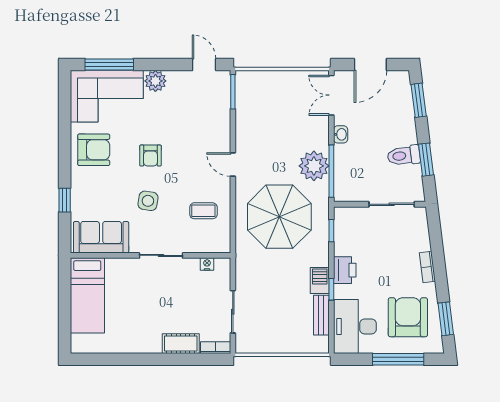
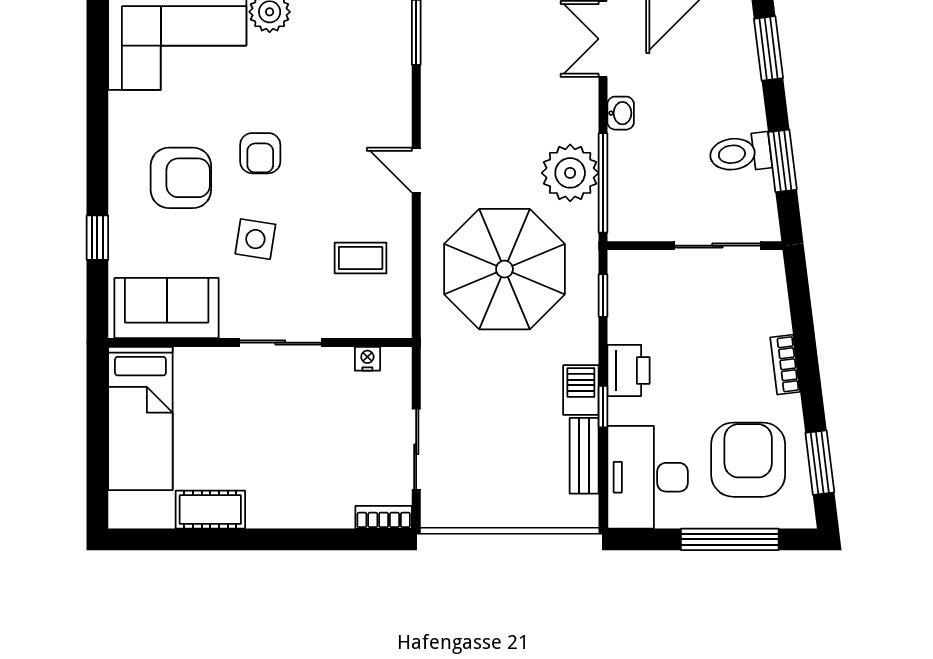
armchair: (94, 150) -> (181, 178), moved
cot: (181, 344) -> (210, 510), moved

